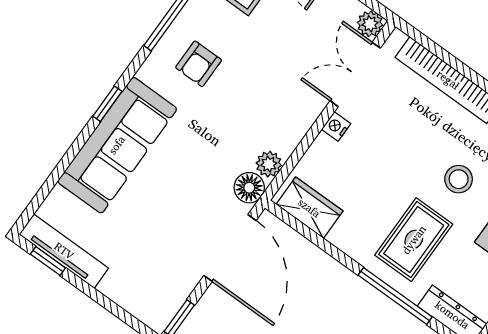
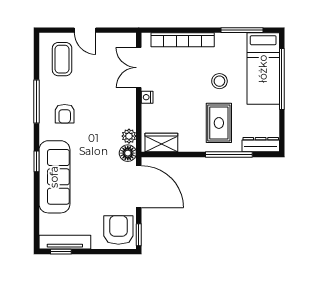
plant: (370, 24) -> (129, 40), removed
armchair: (155, 290) -> (118, 230), added

